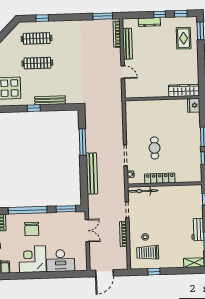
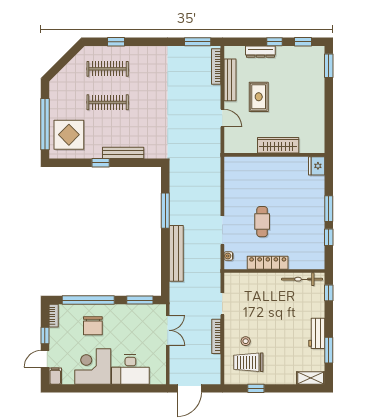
rug: (184, 38) -> (259, 97), moved
wardrobe: (184, 90) -> (278, 145), moved
bicycle: (143, 191) -> (302, 279), moved

